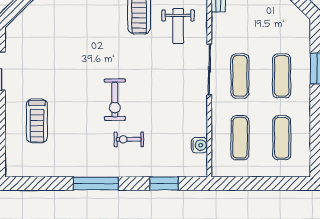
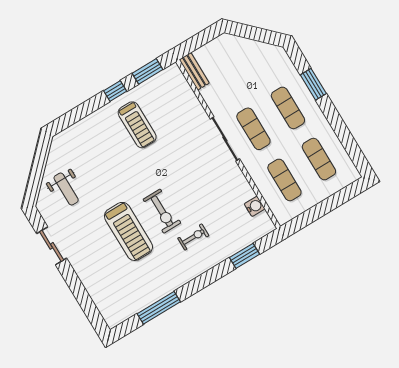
weight bench: (178, 26) -> (66, 189), moved
treadmill: (37, 121) -> (128, 231), moved, width x1.37, depth x1.38
exercise bike: (129, 139) -> (193, 237), turned 180
window: (96, 184) -> (159, 308), moved

